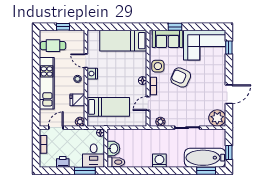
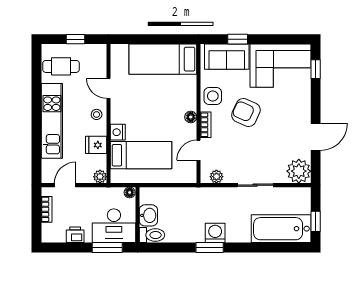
nightstand: (92, 74) -> (118, 132), moved
desk: (94, 156) -> (114, 226), width x1.37
window: (206, 171) -> (210, 247), moved

